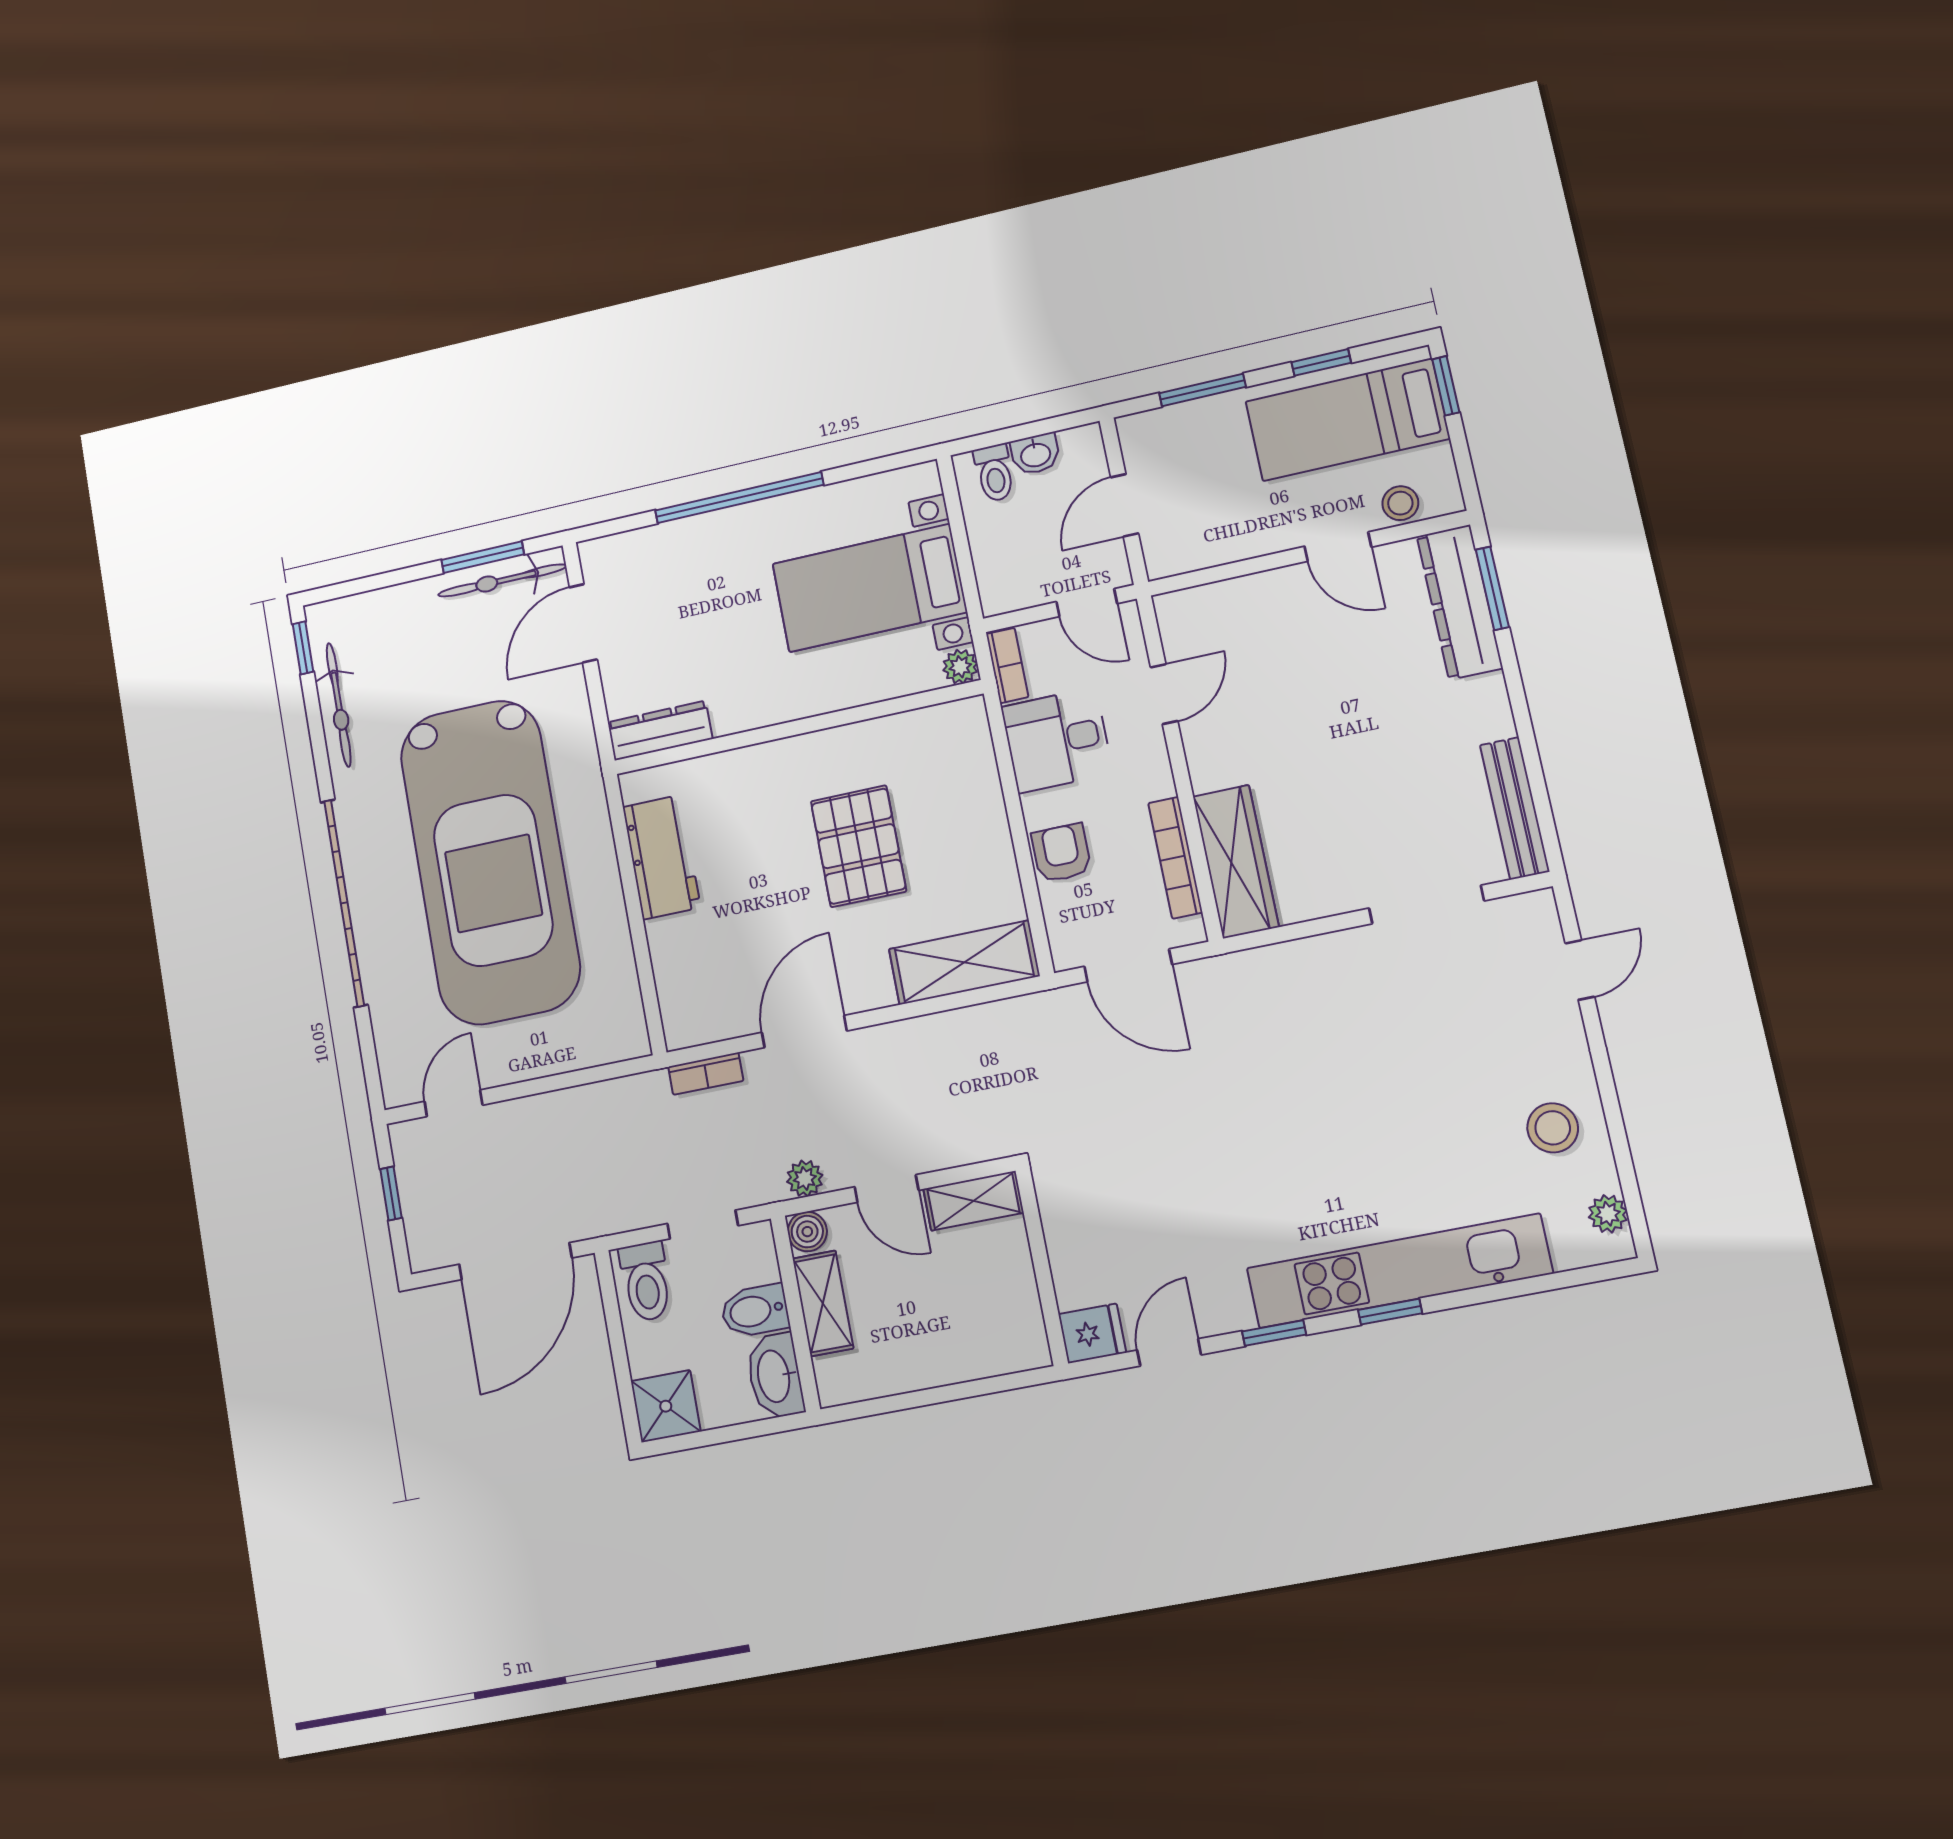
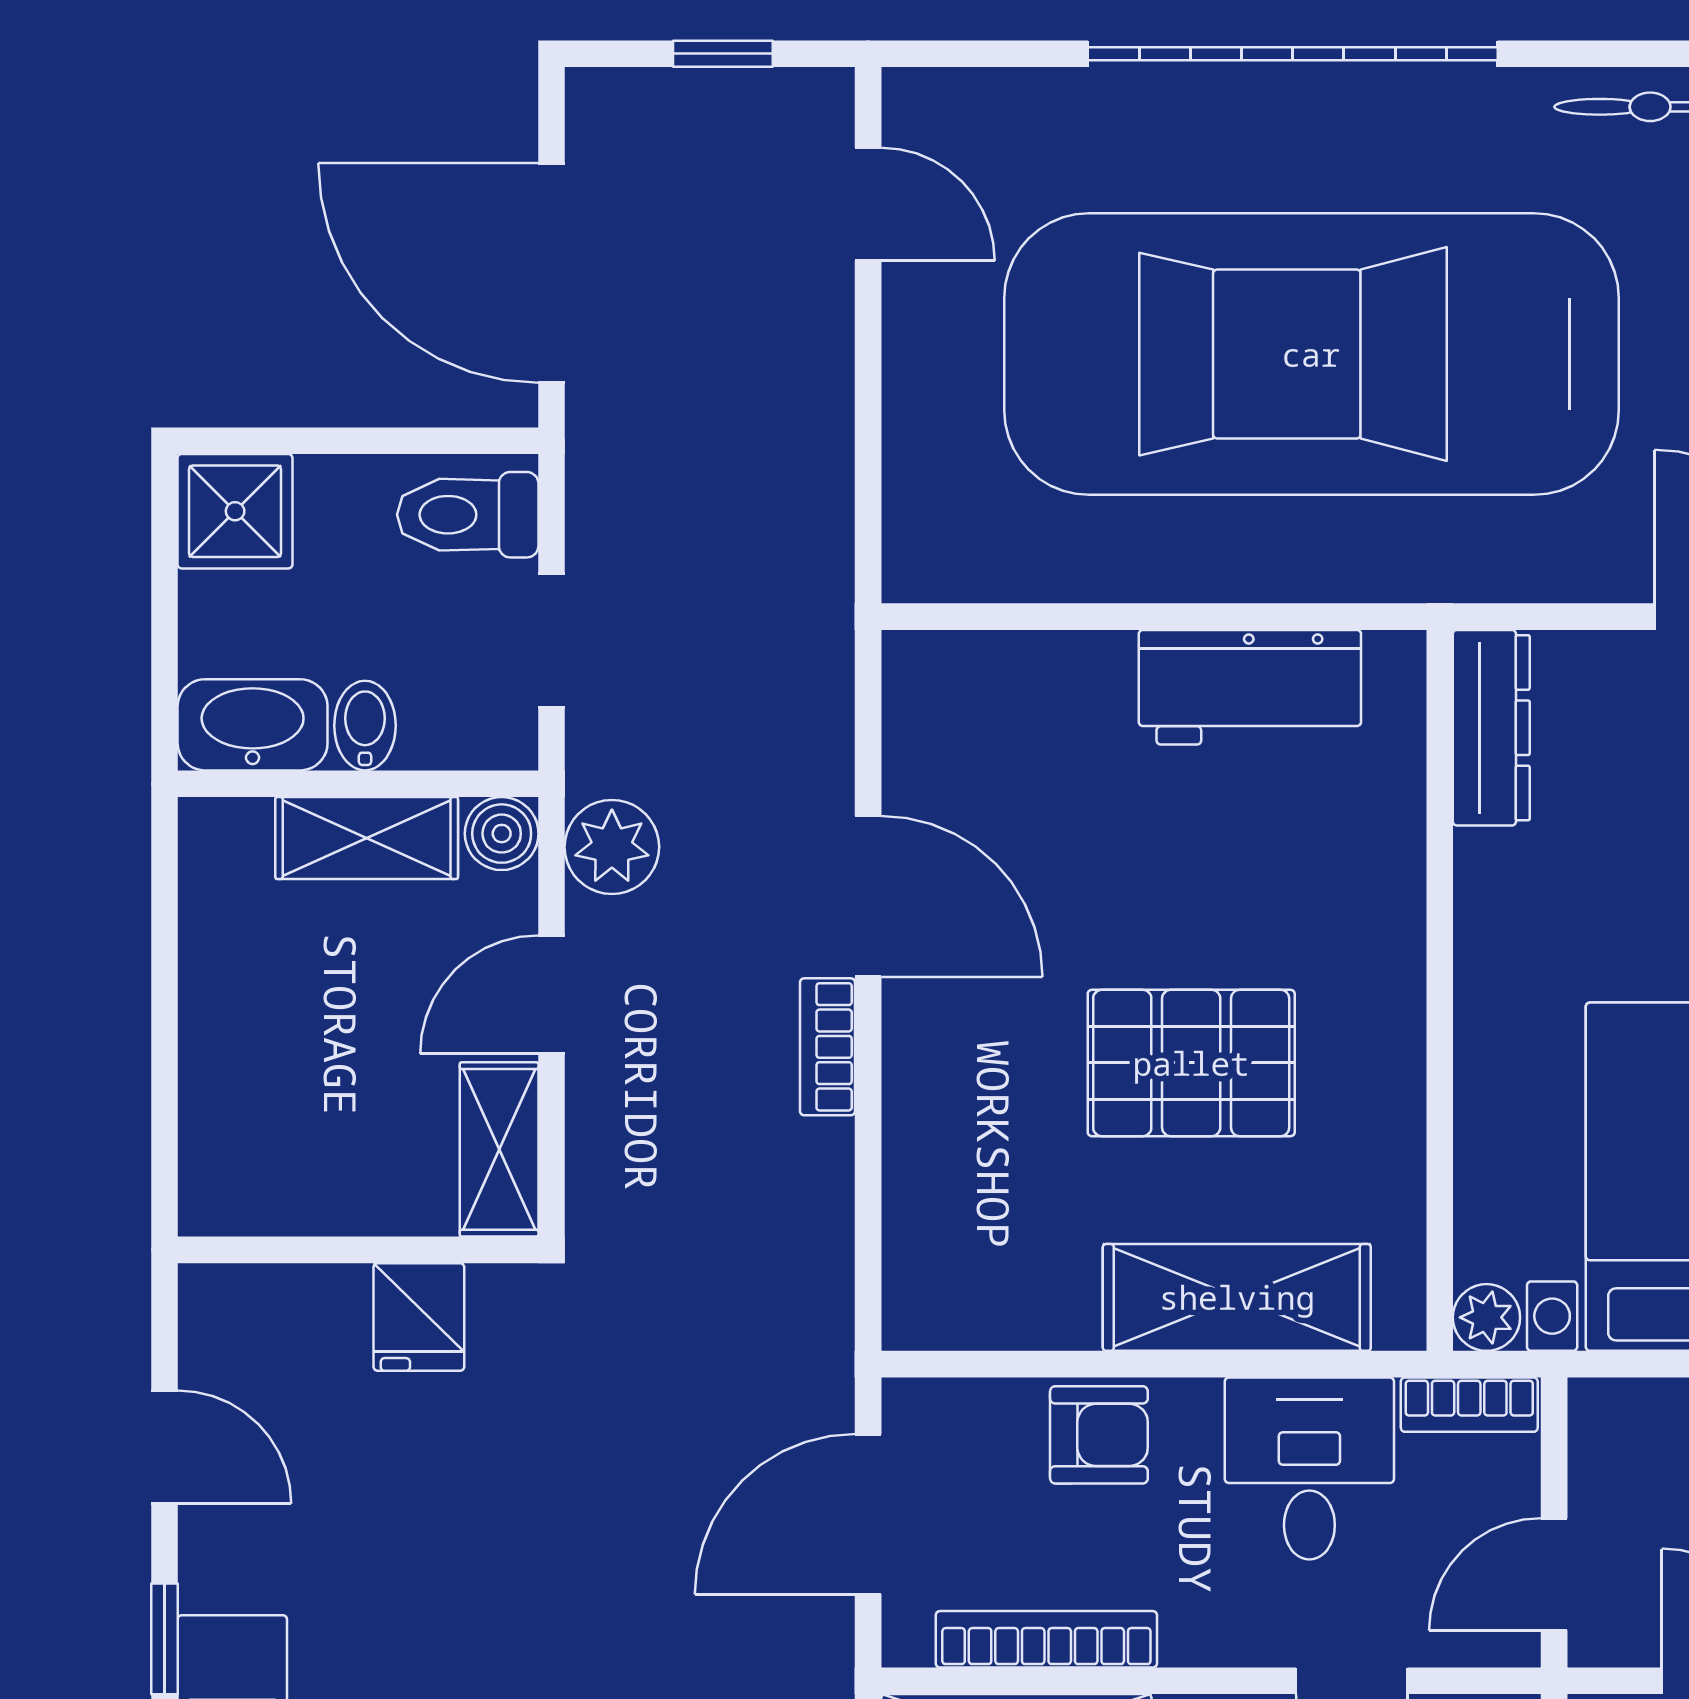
shelving: (964, 963) -> (1237, 1297), moved, turned 90
bookcase: (706, 1074) -> (827, 1047), moved
plant: (805, 1178) -> (612, 847), width x1.38, depth x1.38
bidet: (755, 1311) -> (365, 726), width x0.72, depth x0.74
fridge: (1092, 1333) -> (419, 1317), moved

